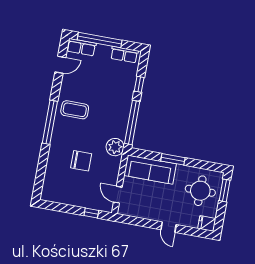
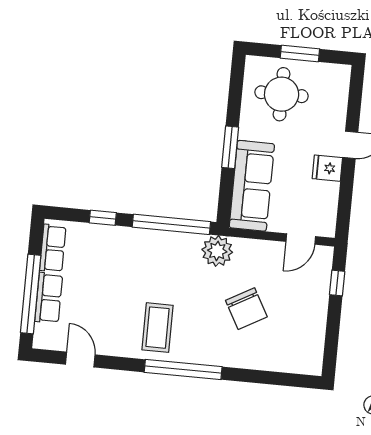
row of seats: (81, 47) -> (49, 298), moved
chair: (81, 161) -> (246, 309), turned 151
window: (225, 190) -> (300, 53), moved
fridge: (207, 223) -> (327, 168), moved, turned 90

